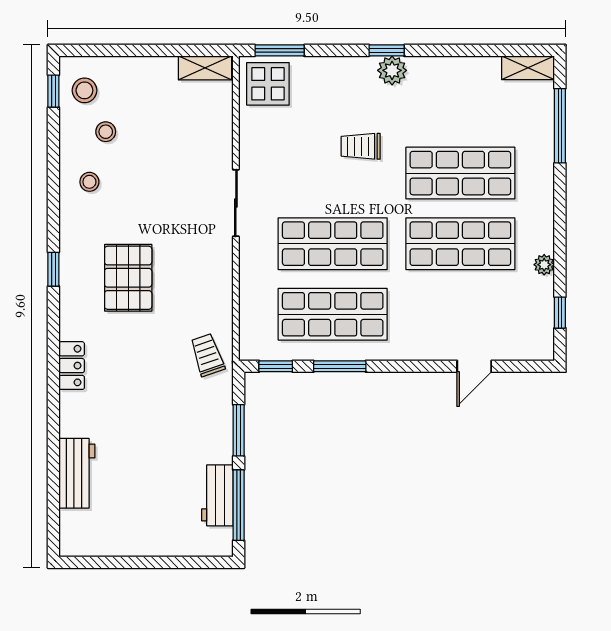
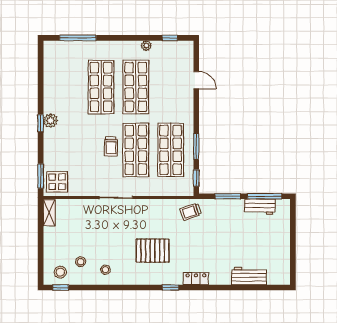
shelving: (528, 68) -> (49, 54), removed
trolley: (361, 146) -> (111, 146), moved
window: (53, 269) -> (171, 287), moved

